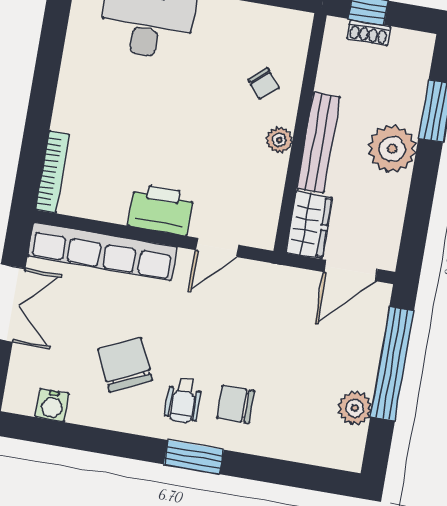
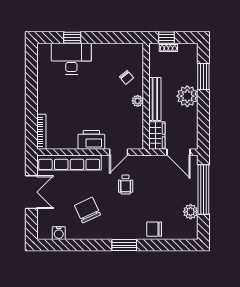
door: (351, 271) -> (178, 152), hinge flipped
wheelchair: (183, 400) -> (126, 185), moved
chair: (236, 404) -> (154, 229), moved

